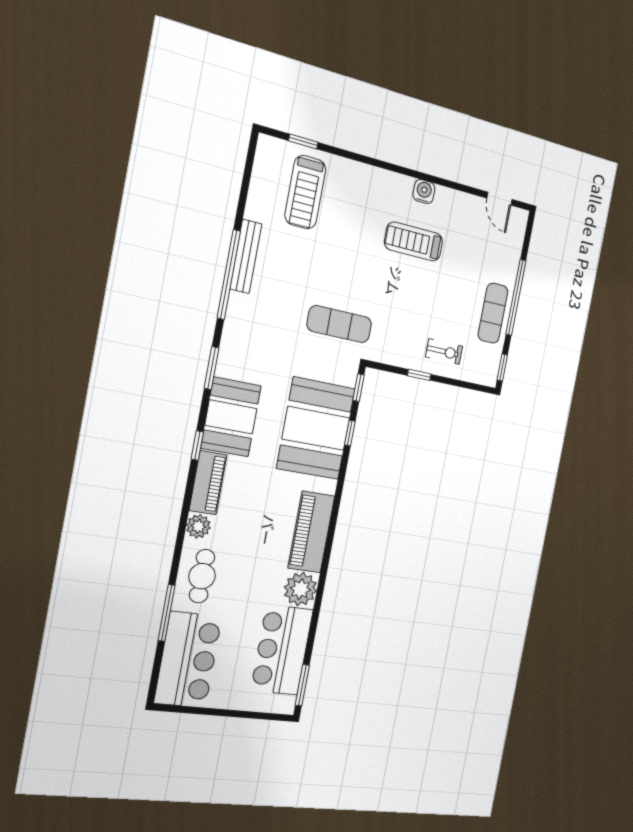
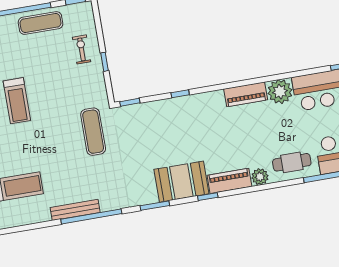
booth: (316, 428) -> (168, 122), removed
window: (350, 433) -> (180, 94), moved
piano: (311, 532) -> (246, 94), width x0.73, depth x0.75

